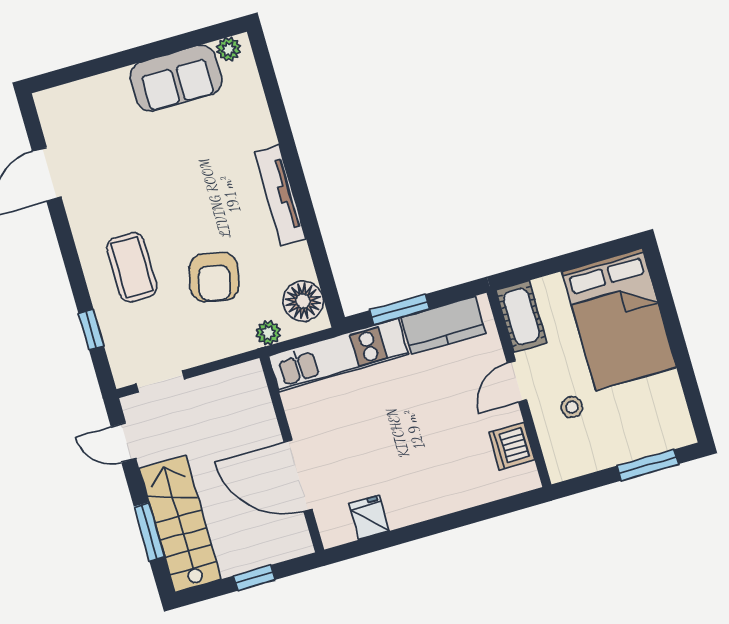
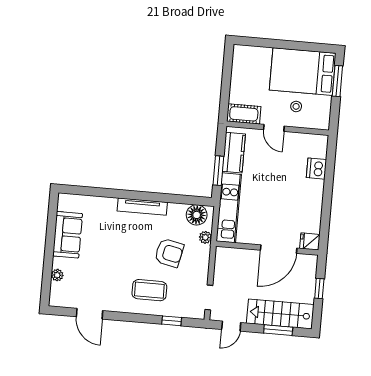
plant: (229, 49) -> (57, 275), moved
bed: (619, 319) -> (303, 72), moved, turned 180
dishwasher: (512, 446) -> (316, 169), moved, turned 90
fridge: (369, 517) -> (310, 241), moved

